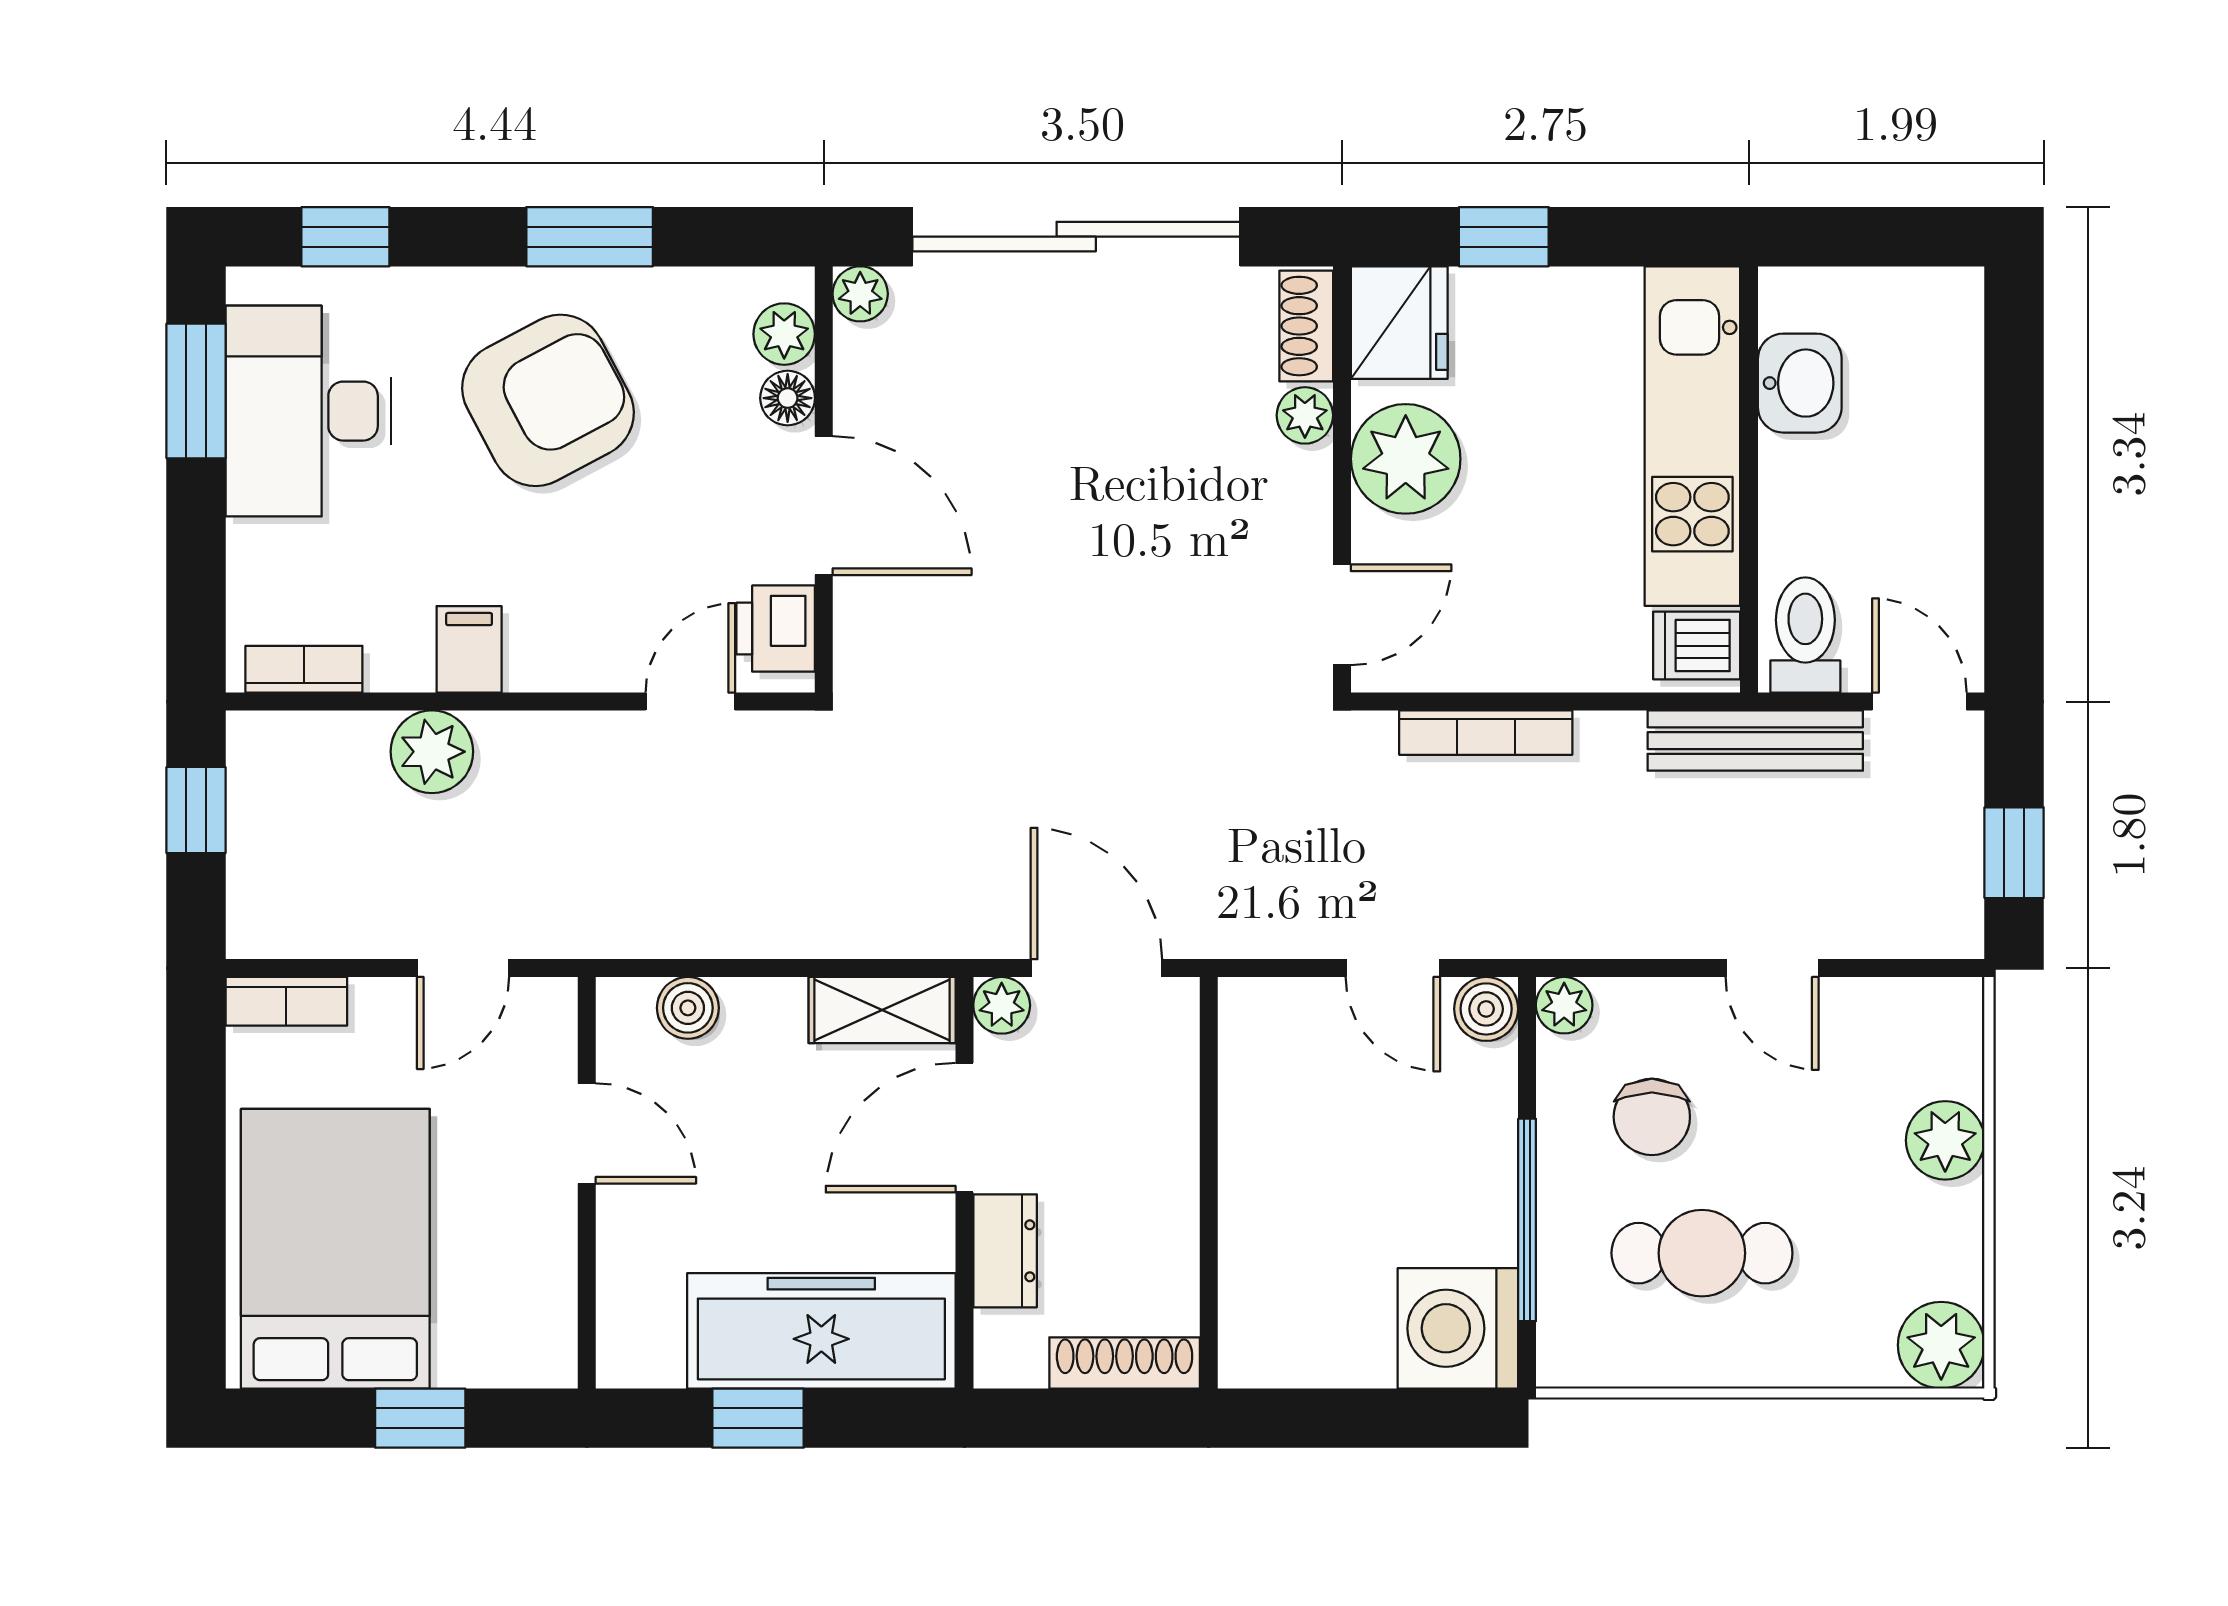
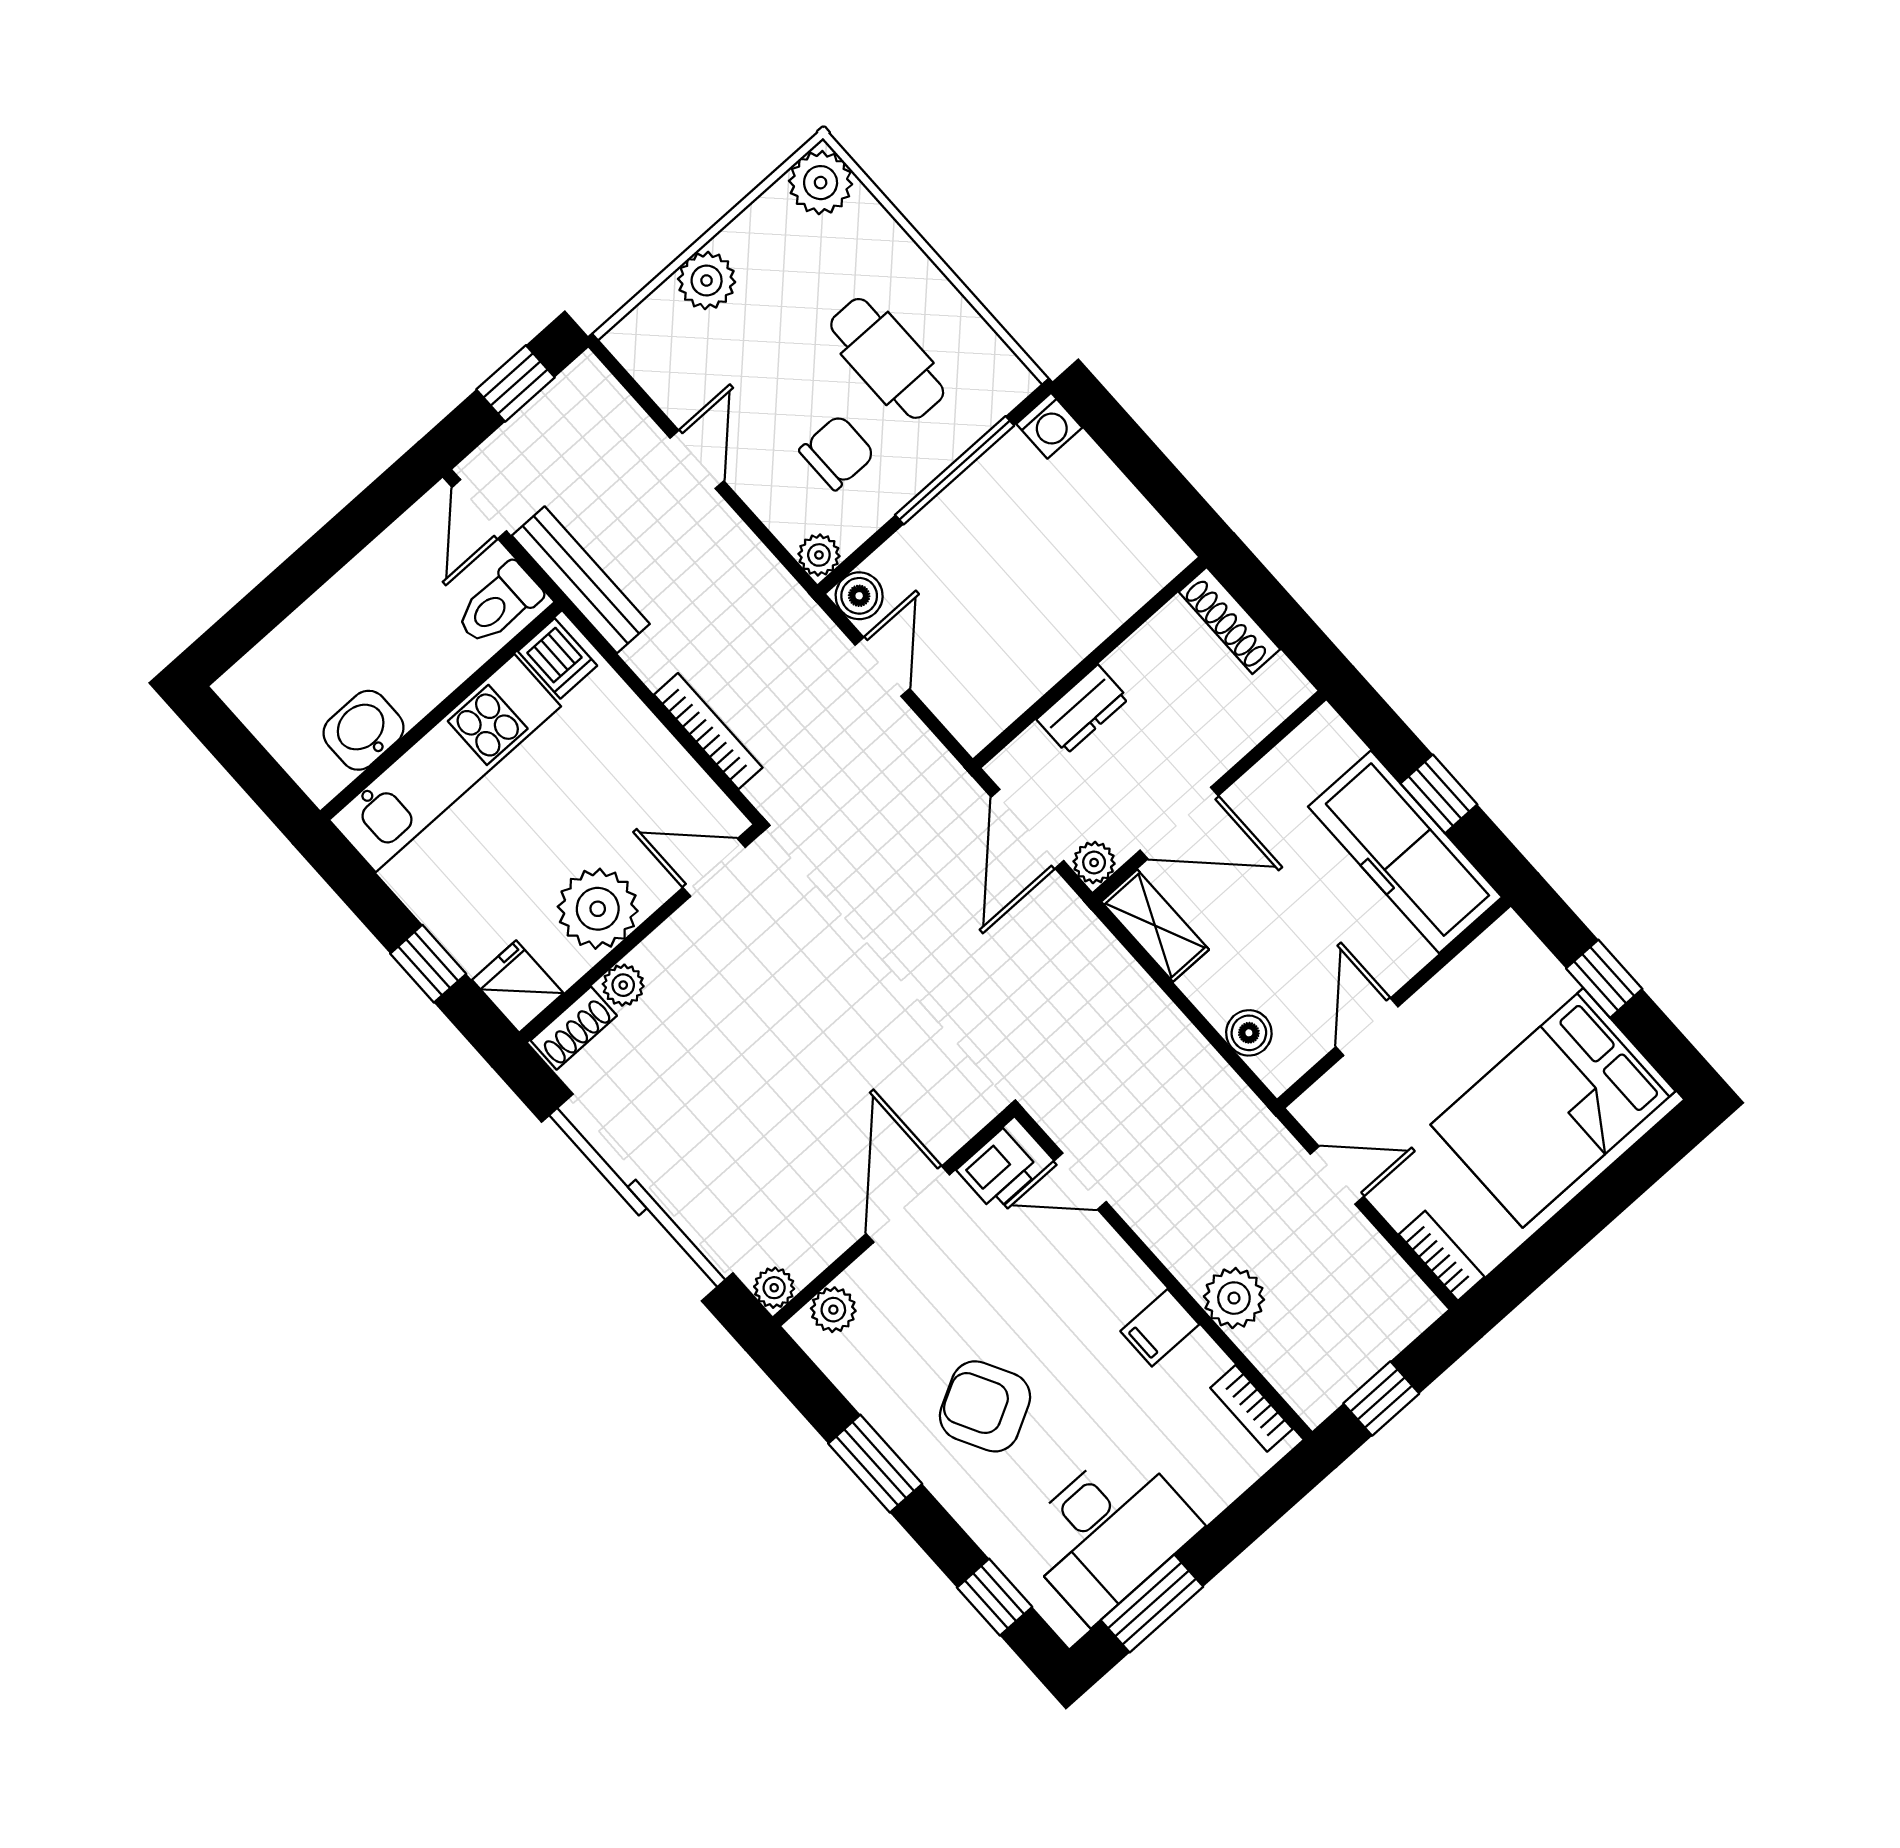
fridge: (1399, 323) -> (518, 987), width x0.72
floor lamp: (788, 398) -> (867, 1277), removed
armchair: (548, 400) -> (985, 1406), width x0.73, depth x0.73
dresser: (1005, 1251) -> (1083, 709), moved, turned 180
washing machine: (1458, 1328) -> (1049, 426), width x0.53, depth x0.53
freezer: (821, 1331) -> (1405, 852), moved

